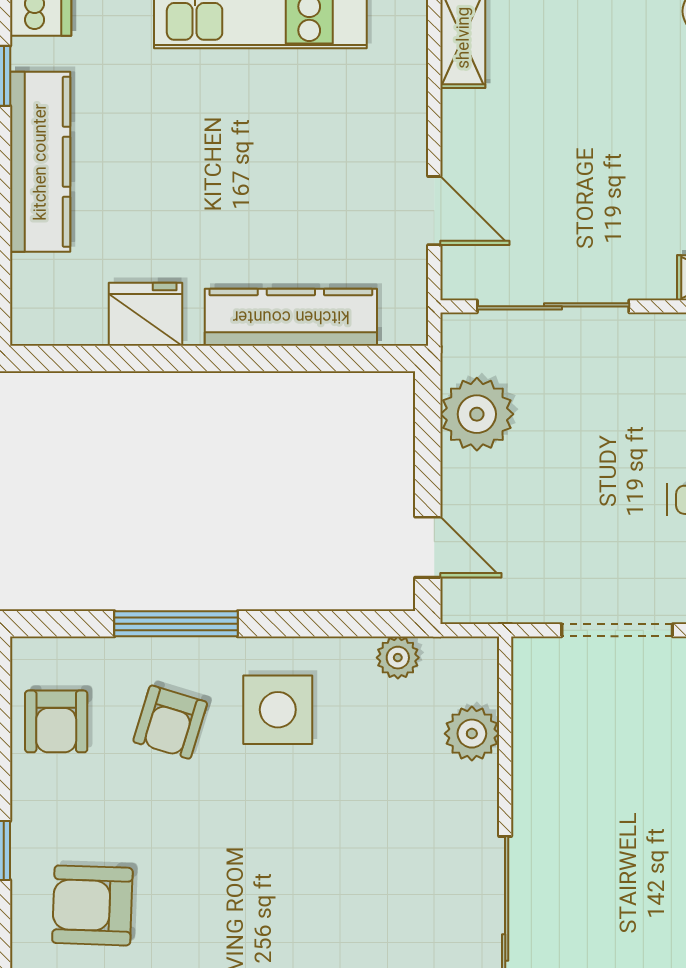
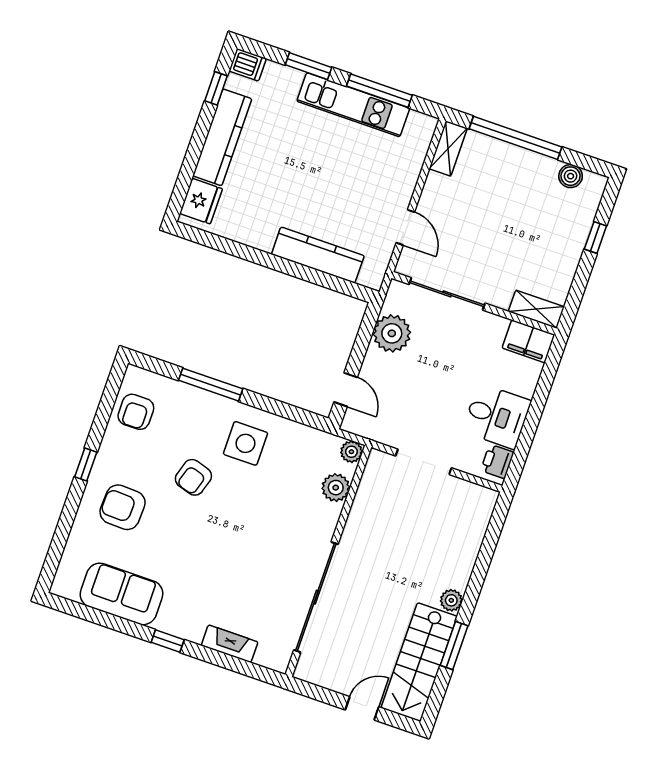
fridge: (146, 314) -> (201, 201), moved, turned 90
plant: (398, 658) -> (351, 452), moved
armchair: (170, 722) -> (193, 477), moved

